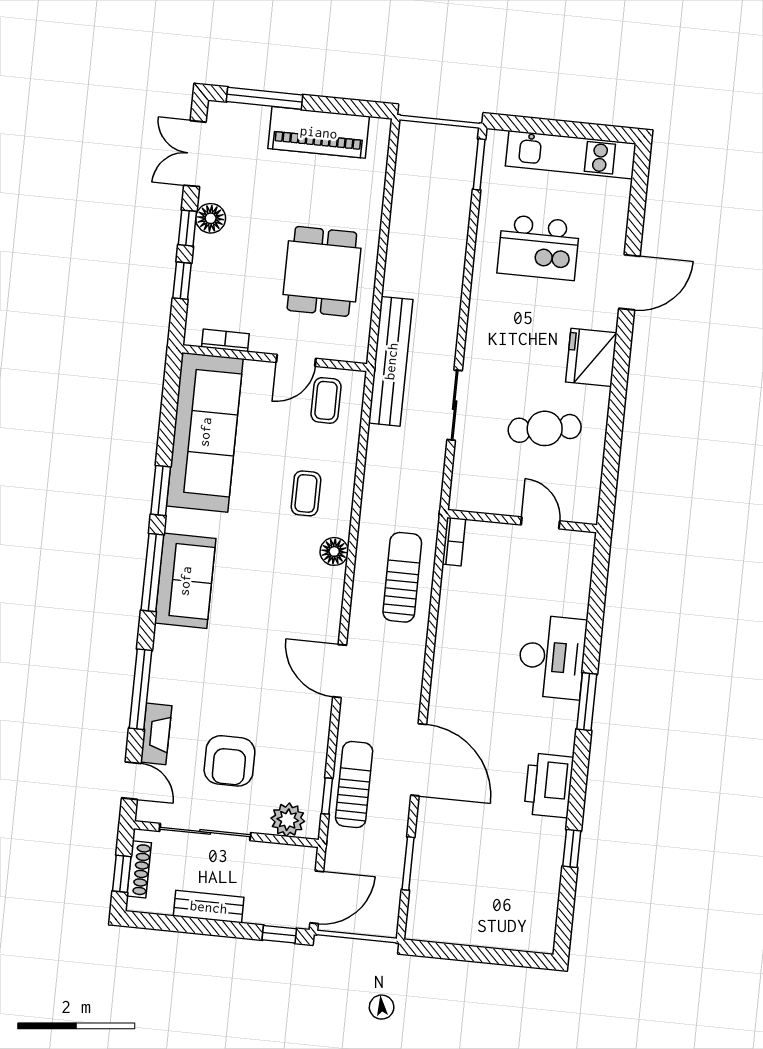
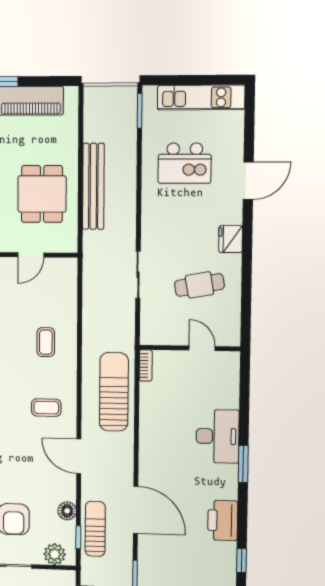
fridge: (591, 357) -> (231, 239), width x0.73, depth x0.75
bench: (391, 361) -> (93, 186), moved
coffee table: (326, 400) -> (46, 408), moved, turned 90
floor lamp: (334, 551) -> (67, 511), moved
sun lounger: (402, 577) -> (114, 392), width x1.36, depth x1.34

